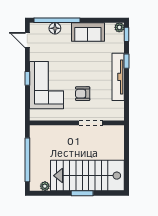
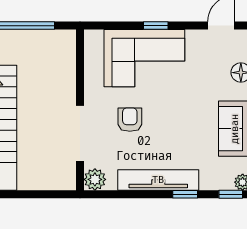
plant: (118, 114) -> (95, 179), added
doorway: (91, 123) -> (80, 133), width x1.36

